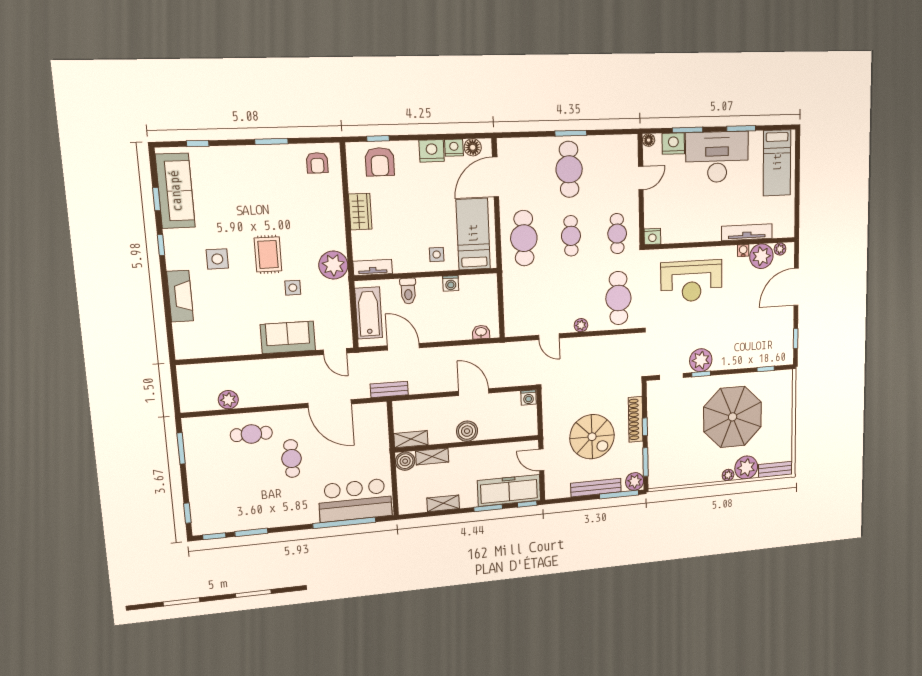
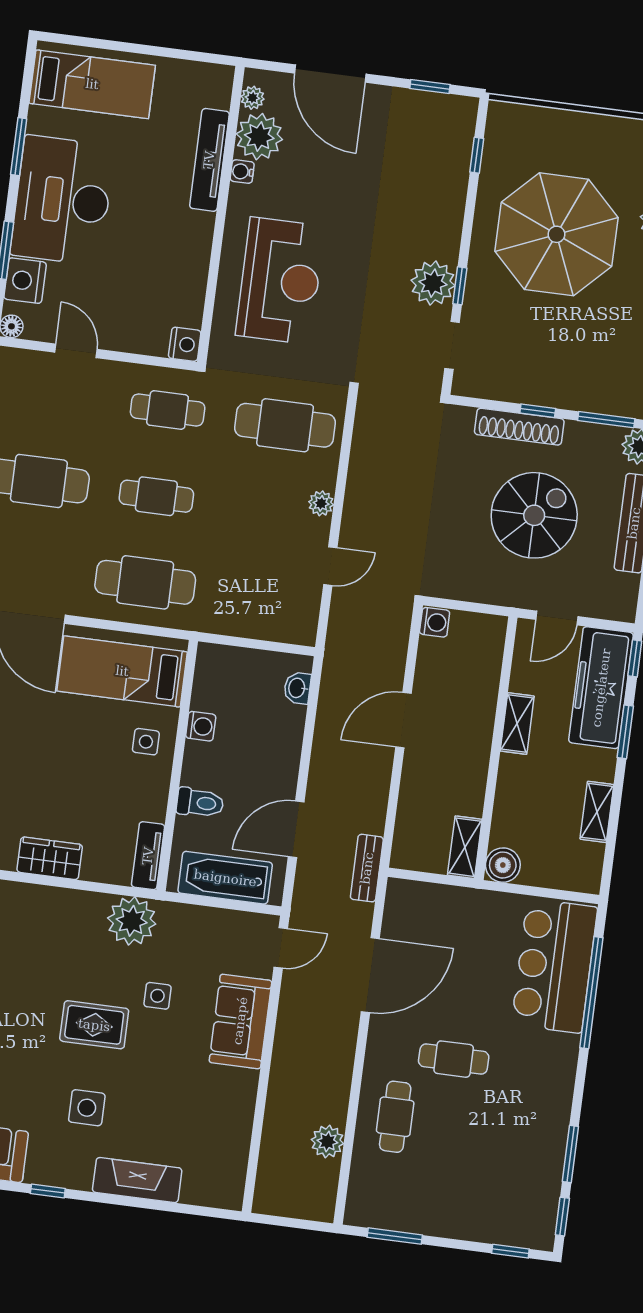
boiler: (467, 431) -> (472, 745), removed
shelving: (432, 457) -> (517, 724), moved

